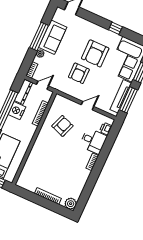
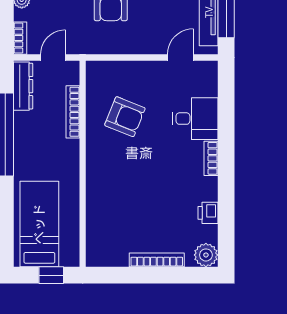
door: (88, 106) -> (180, 57), moved
nightstand: (17, 111) -> (27, 127), removed
armchair: (62, 126) -> (125, 117), turned 92
printer: (106, 129) -> (208, 213), moved

